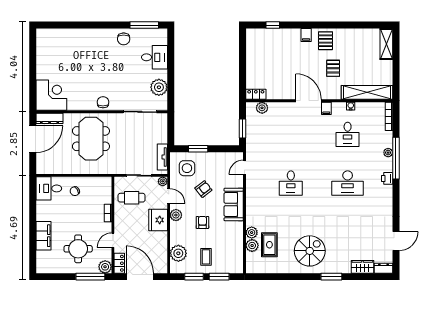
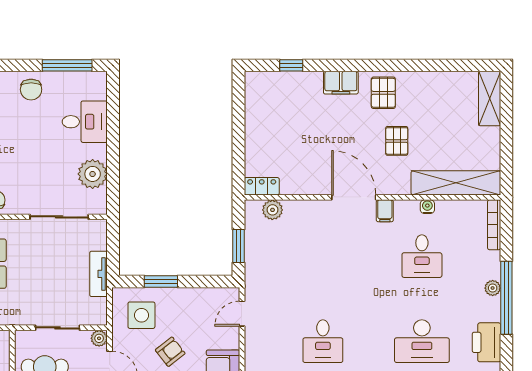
filing cabinet: (306, 35) -> (341, 83), width x2.00
tv unit: (162, 157) -> (99, 274), moved
printer: (387, 178) -> (486, 342), width x1.87, depth x1.48

